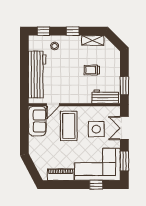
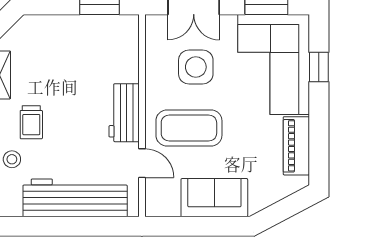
trolley: (92, 70) -> (31, 122), moved
workbench: (105, 97) -> (124, 113), moved
sofa: (37, 121) -> (214, 198), moved

